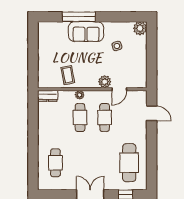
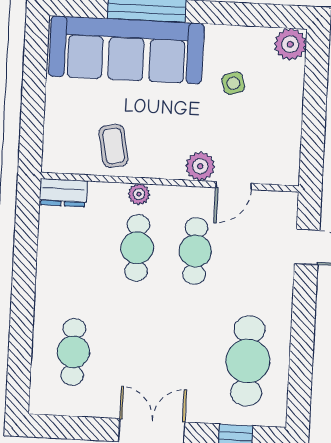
sofa: (86, 32) -> (126, 50), width x1.85, depth x1.27

